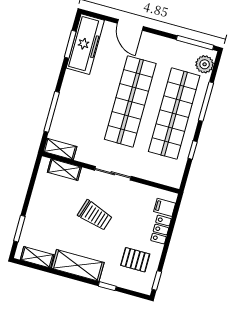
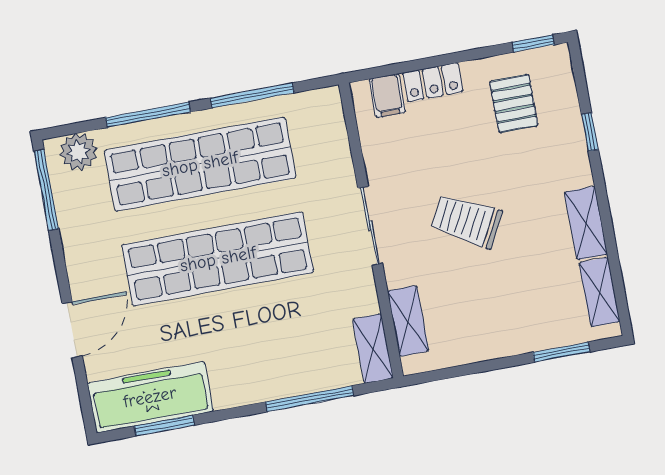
window: (193, 150) -> (252, 95), width x2.17
trolley: (95, 215) -> (467, 221), turned -79
shelving: (78, 265) -> (586, 223), width x0.67, depth x0.75

